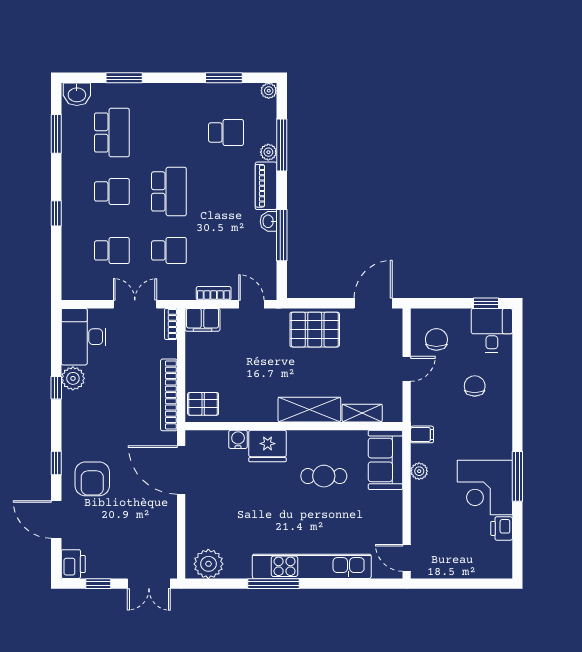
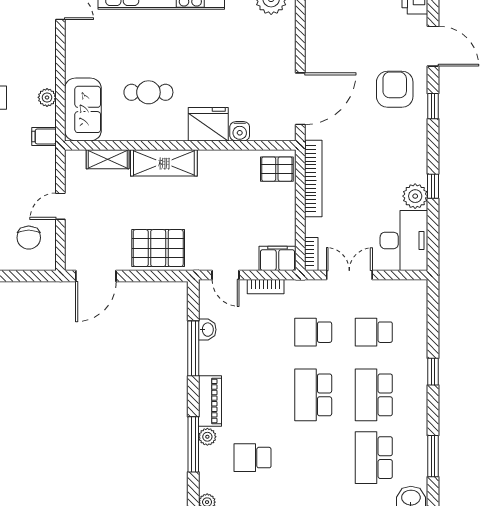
school desk: (112, 191) -> (374, 395), width x1.85
washbasin: (269, 221) -> (207, 330), moved
double door: (135, 304) -> (349, 275), swing flipped
door: (181, 470) -> (300, 99), hinge flipped

